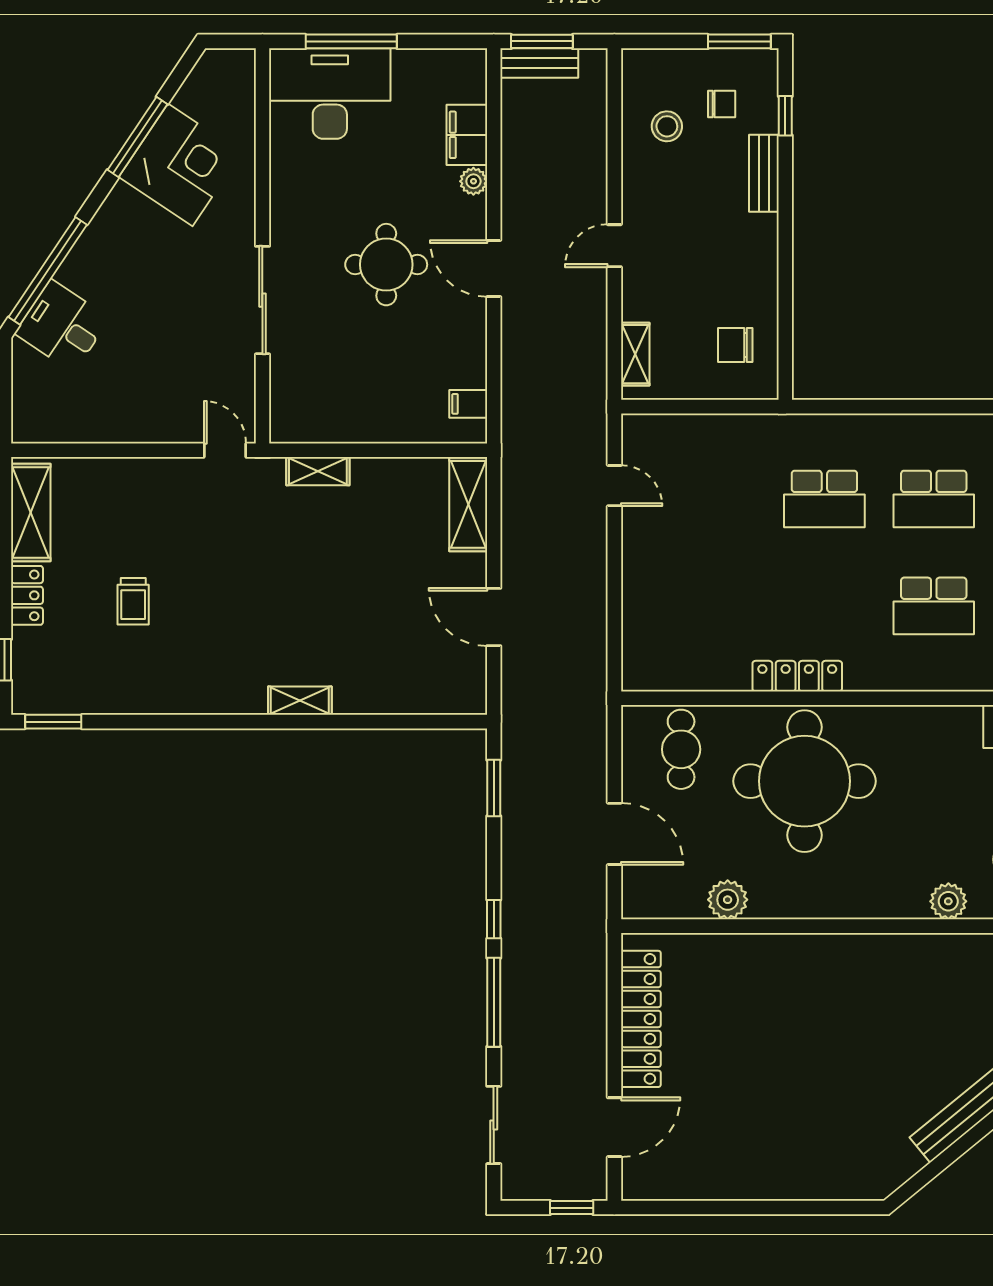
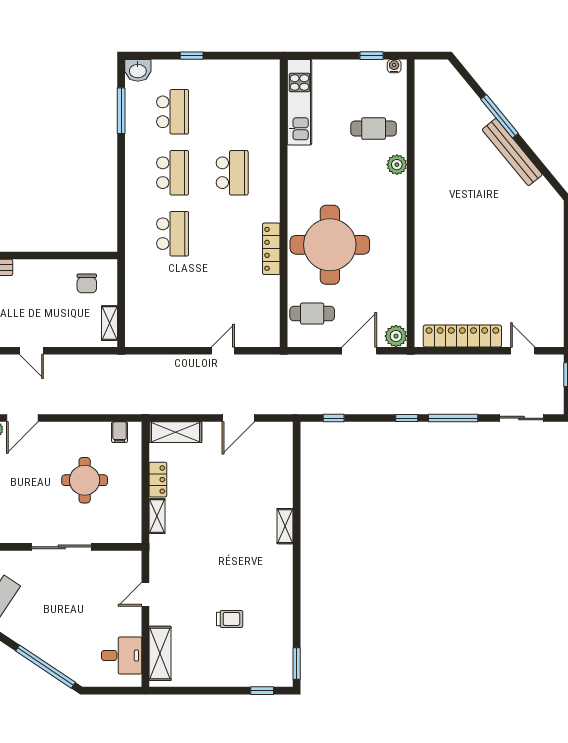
round table: (386, 265) -> (85, 480), moved
door: (494, 268) -> (22, 418), moved
desk: (62, 326) -> (122, 655), moved, turned -124
shelving: (635, 354) -> (109, 323), moved, turned 90
door: (225, 450) -> (145, 594), moved
door: (614, 486) -> (223, 351), moved
shelving: (31, 512) -> (160, 653), moved, turned 90
locker: (27, 595) -> (158, 480), moved, turned 90
window: (494, 788) -> (334, 418), width x0.67
plant: (728, 900) -> (396, 336), moved
door: (614, 1127) -> (523, 351), width x0.73

